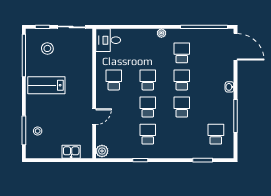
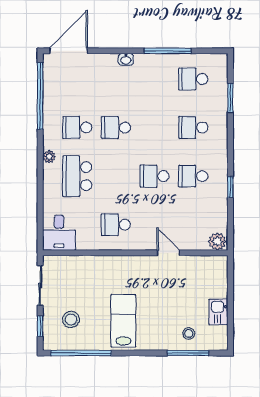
school desk: (148, 80) -> (77, 176), moved, width x1.85
lab bench: (46, 85) -> (123, 321), turned 180
school desk: (182, 107) -> (193, 128), moved
kitchen sink: (71, 152) -> (218, 312), moved

